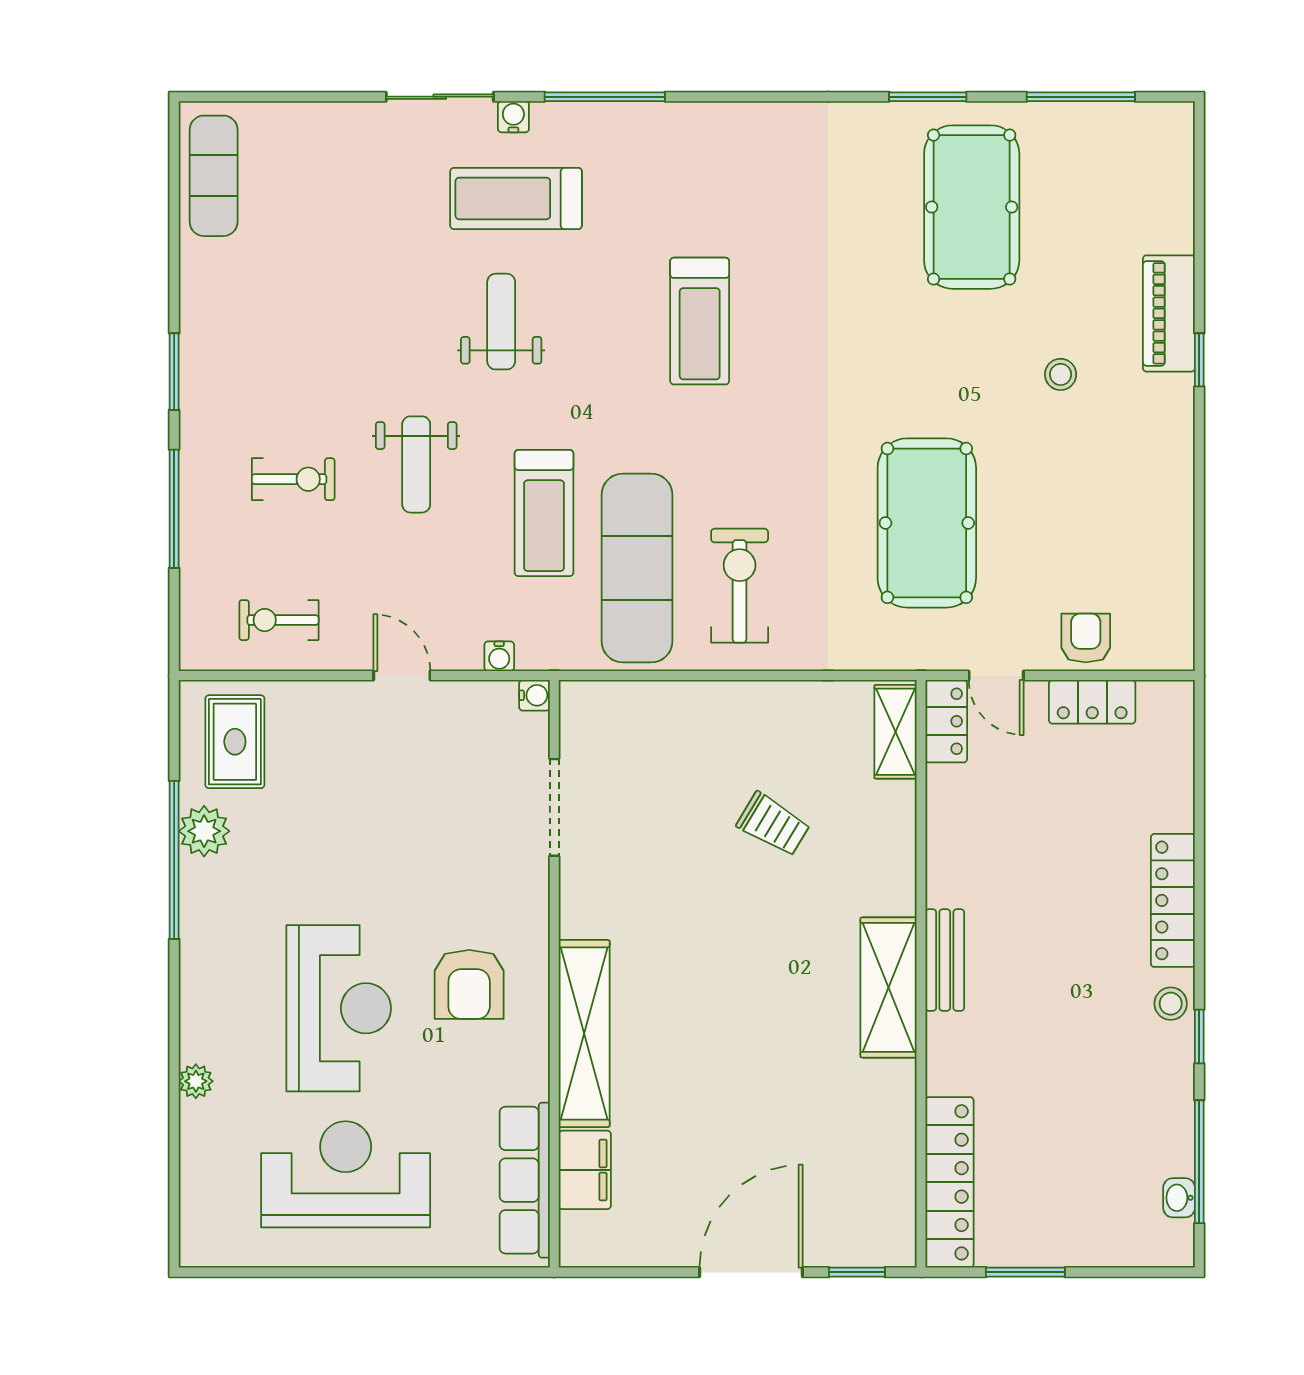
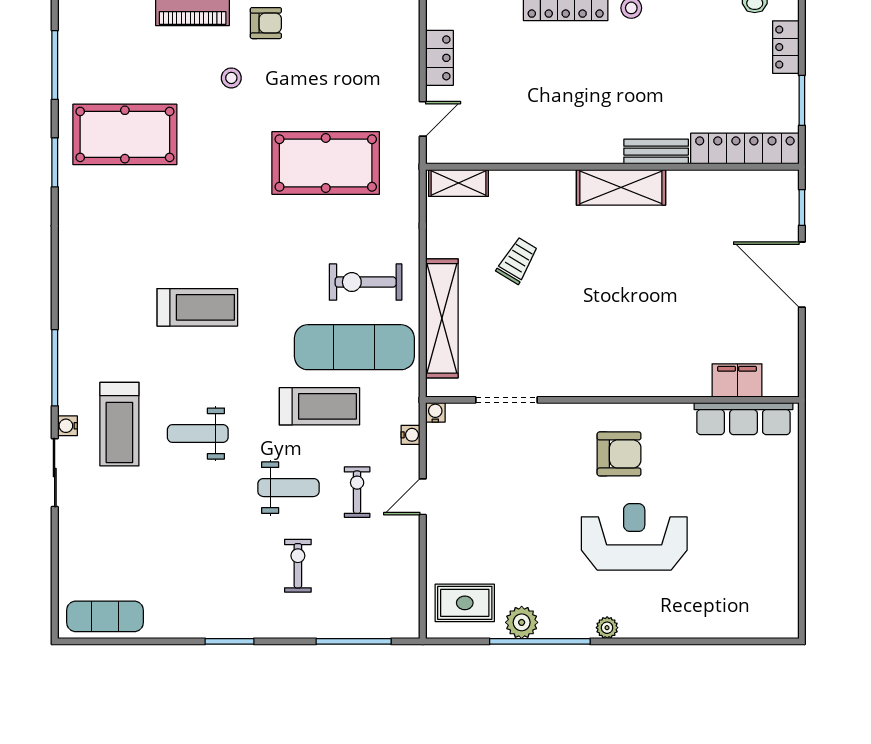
window: (174, 509) -> (354, 641), moved
exercise bike: (279, 620) -> (357, 492), moved, turned 180
armchair: (1086, 638) -> (266, 23), moved, turned 180
locker: (946, 721) -> (786, 47), moved, turned -90
bench: (945, 960) -> (656, 152), moved
shelving: (584, 1034) -> (442, 318), moved, turned 90
plant: (196, 1081) -> (607, 628), moved
reception desk: (346, 1174) -> (740, 532), removed

